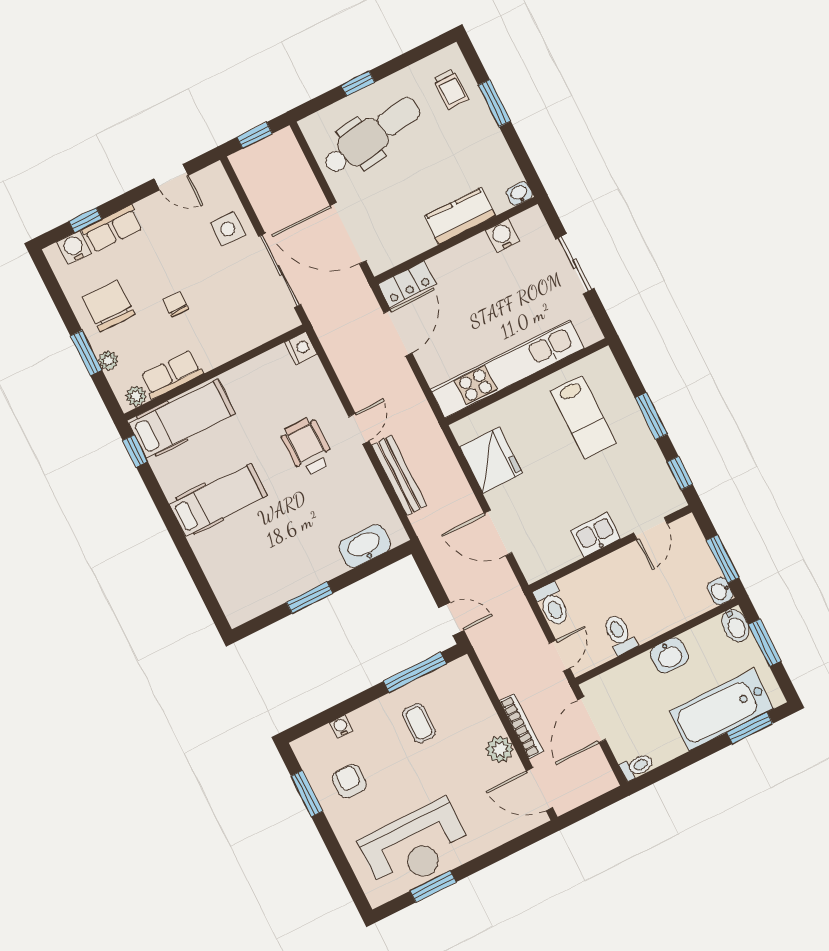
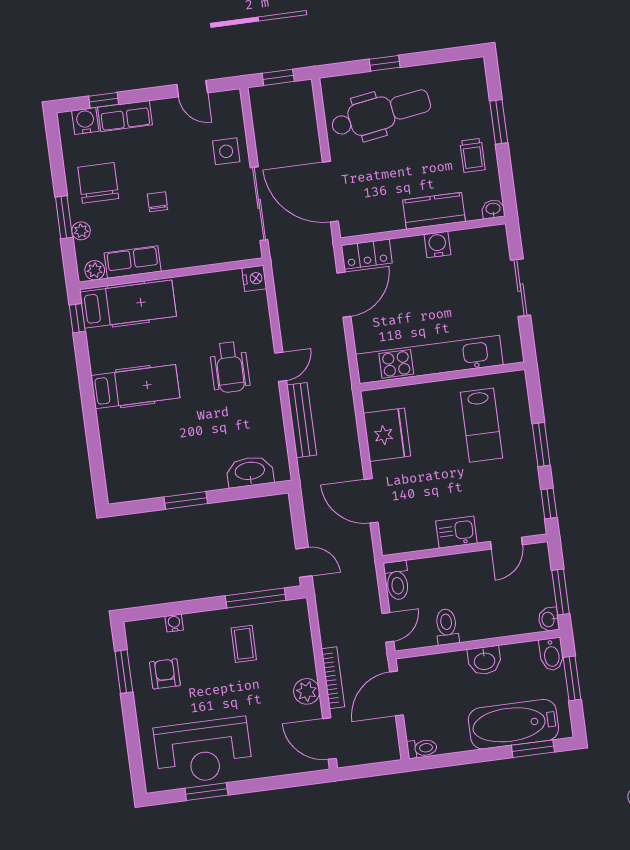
trolley: (451, 89) -> (472, 155), moved
water cooler: (502, 236) -> (437, 245), moved
wheelchair: (307, 447) -> (230, 367), turned 180

